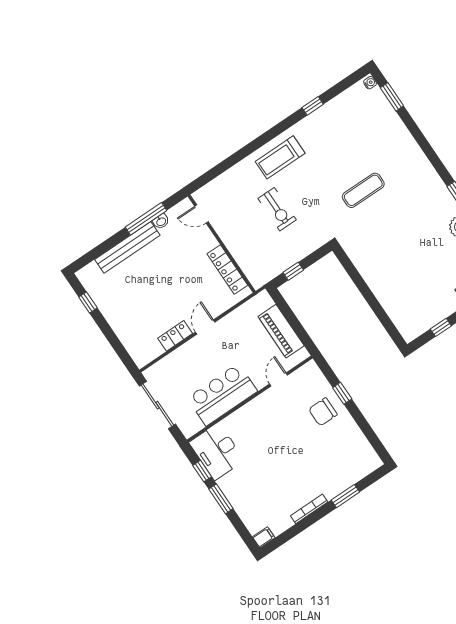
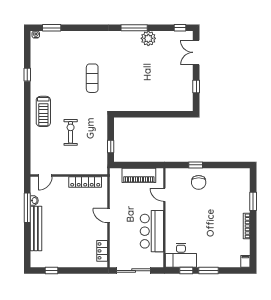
exercise bike: (277, 209) -> (71, 132), turned -90
locker: (175, 336) -> (102, 251), moved

